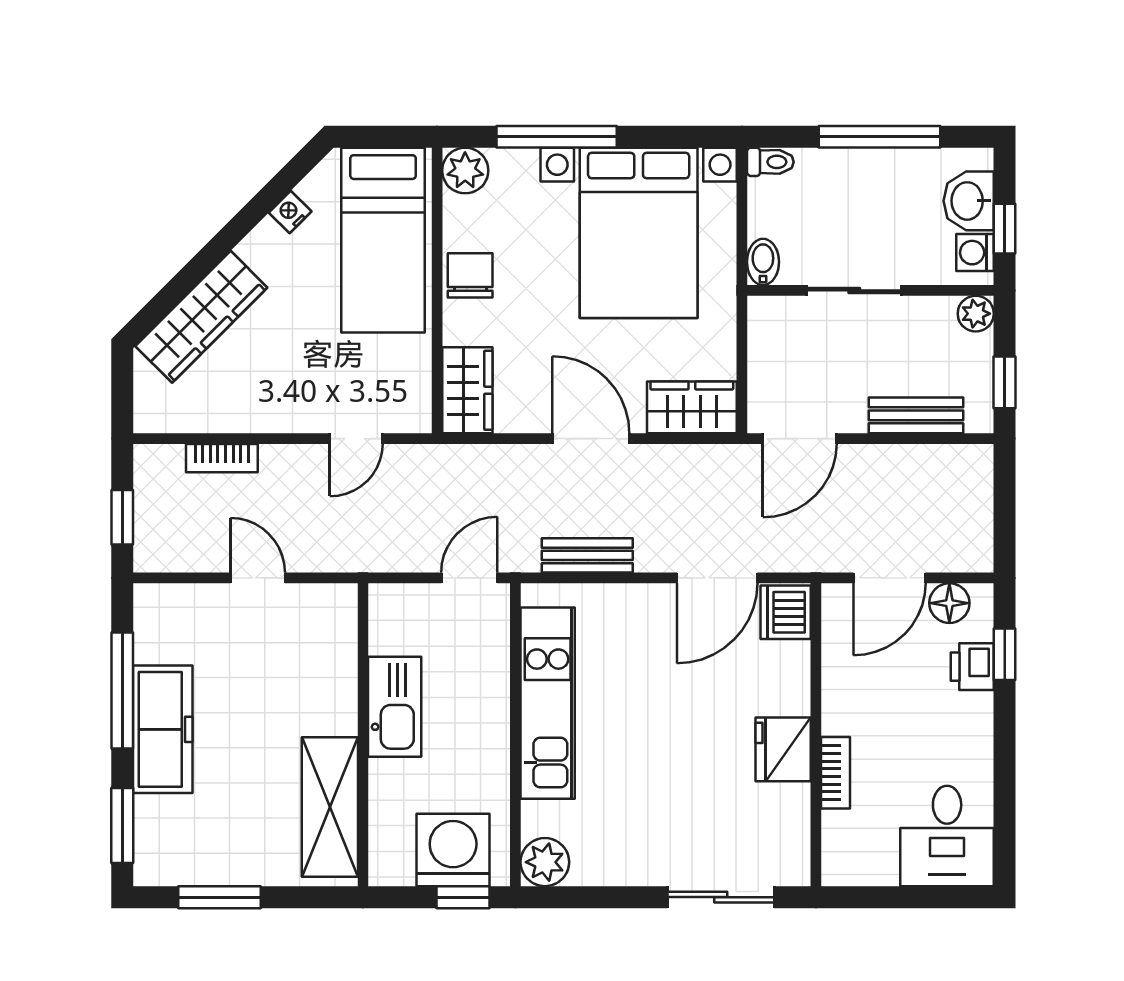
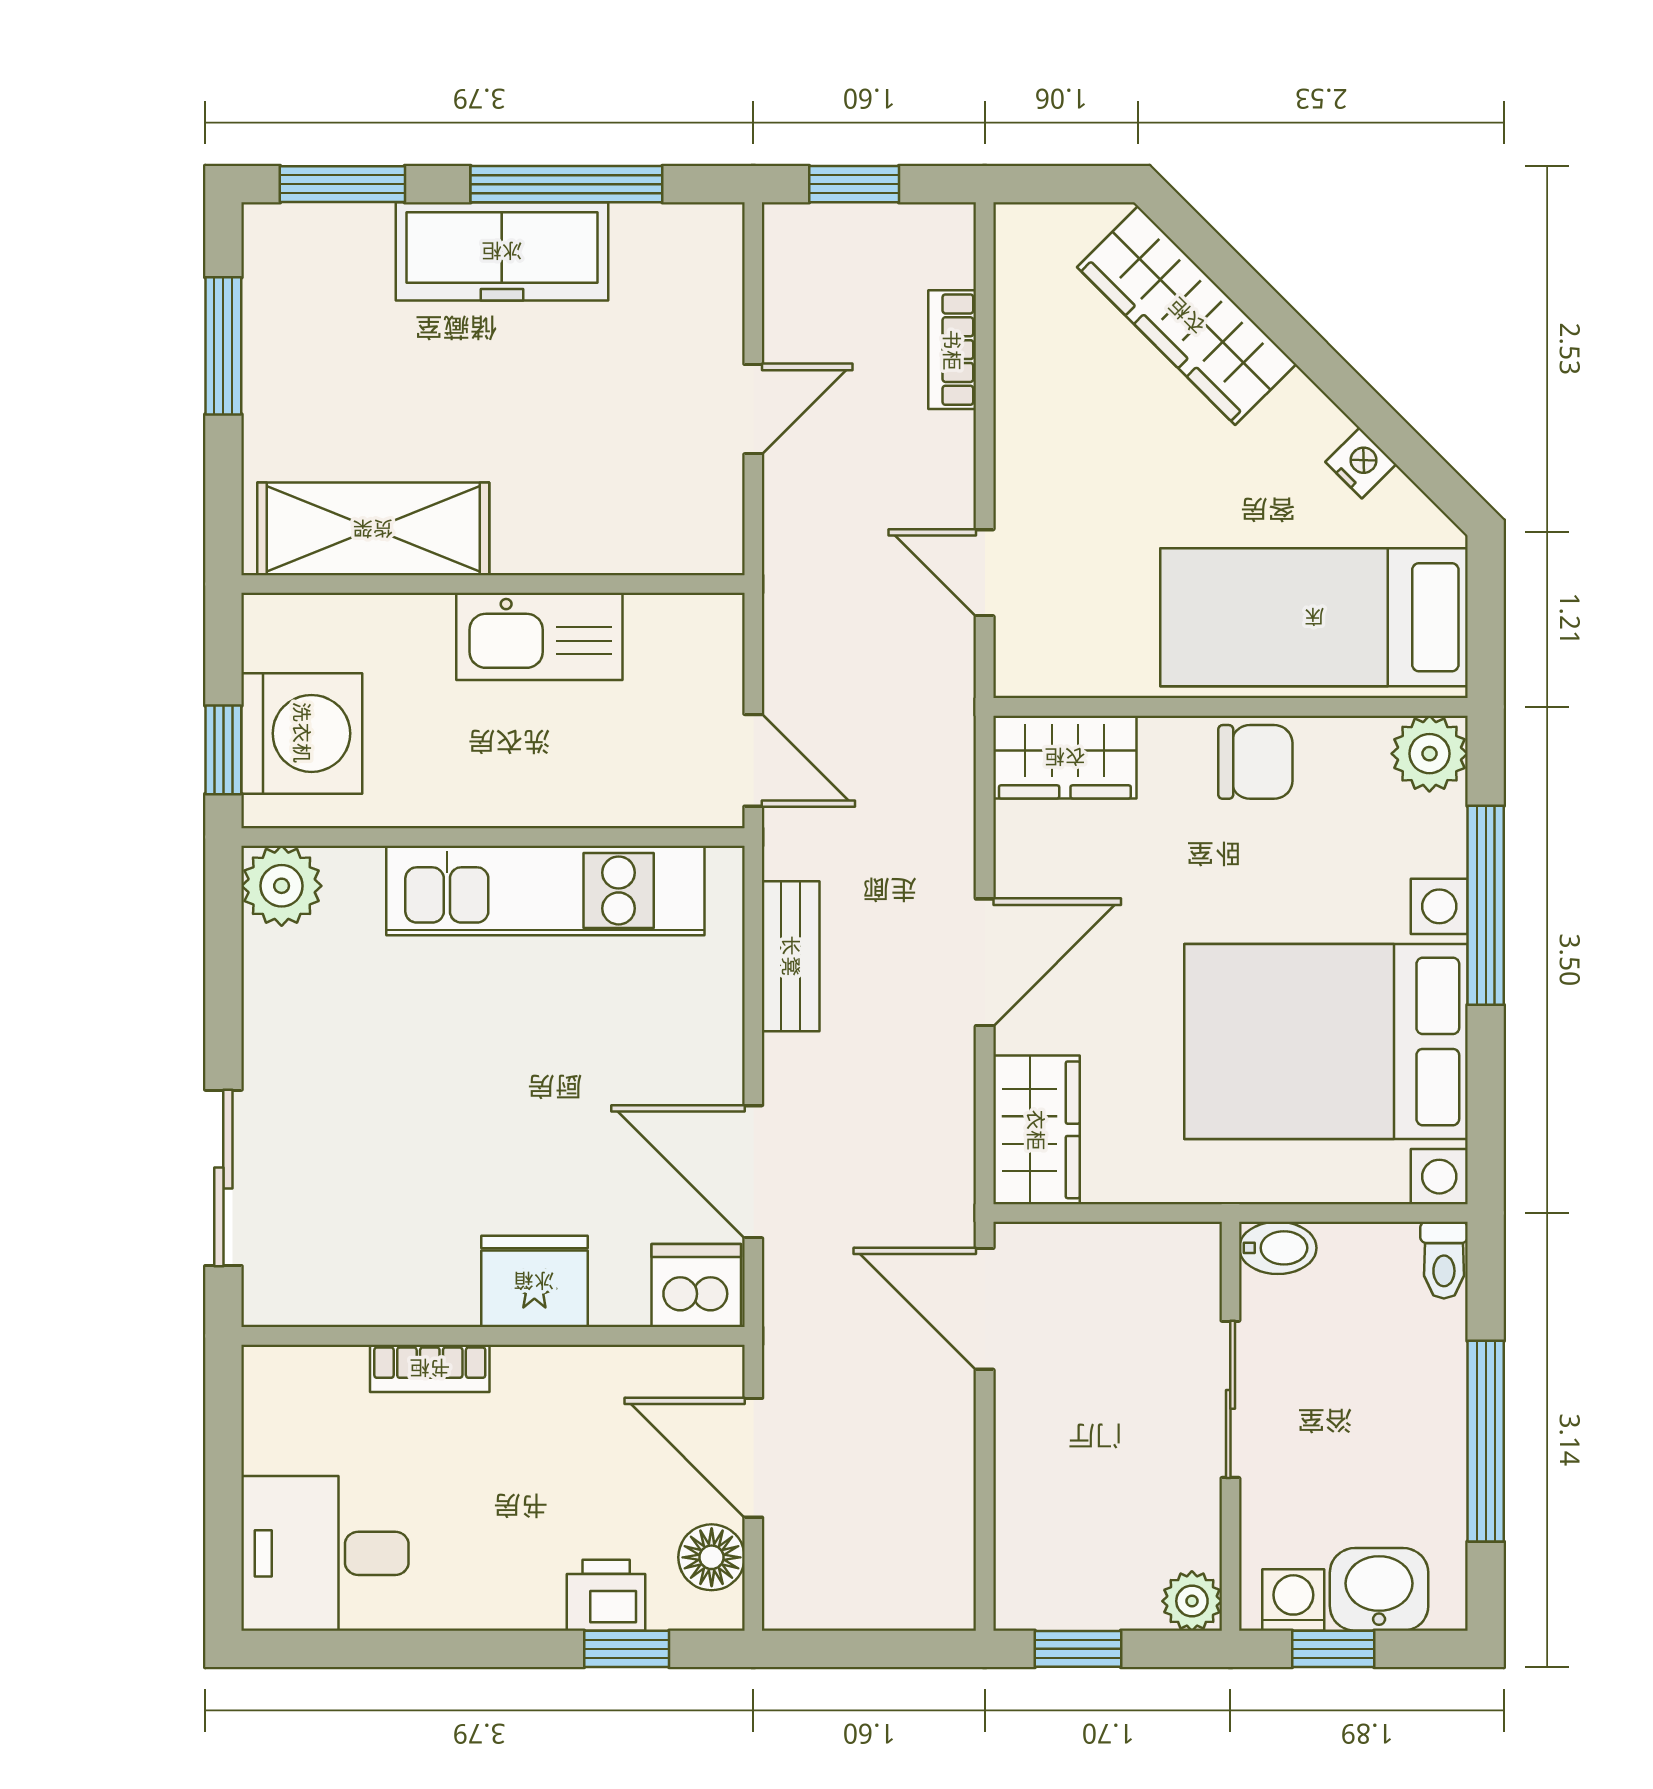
bench: (916, 415) -> (1023, 1502), removed
fridge: (783, 749) -> (534, 1281), moved

